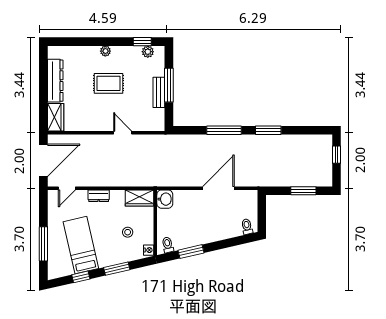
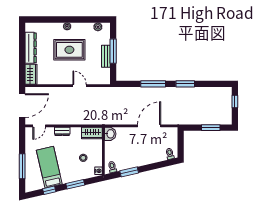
window: (142, 42) -> (94, 20), removed
rug: (109, 83) -> (69, 50), width x1.36, depth x1.43

